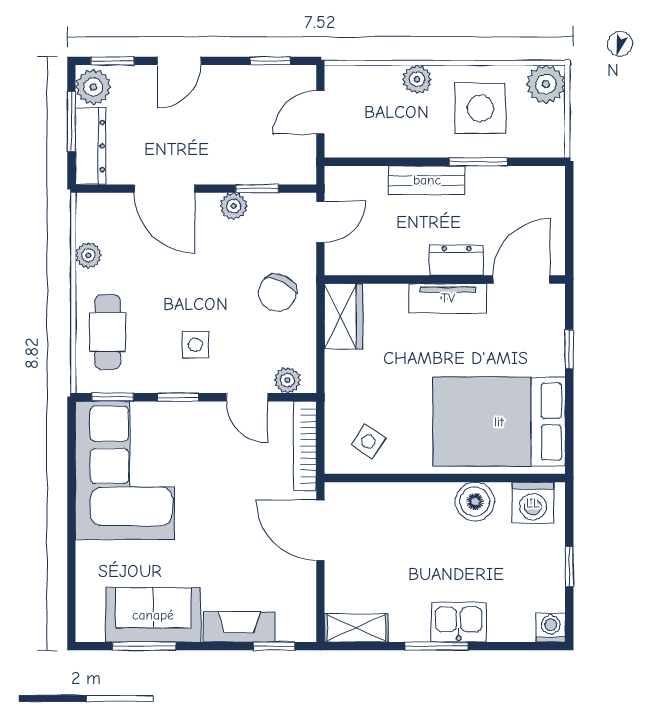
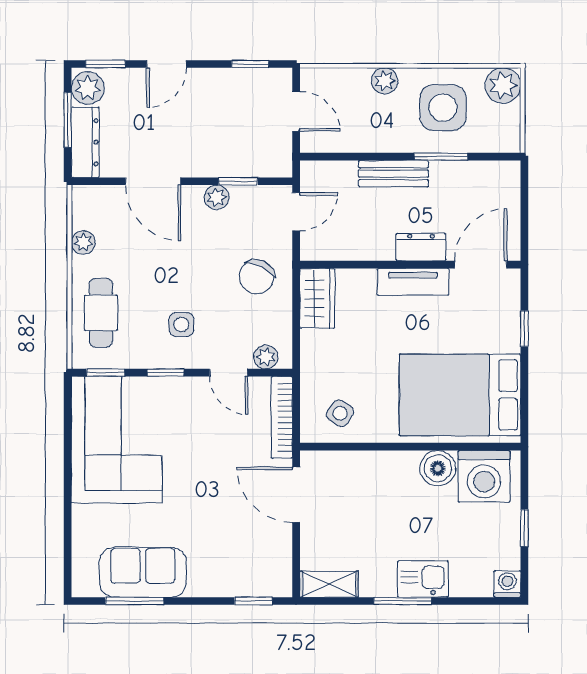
door: (320, 112) -> (296, 111), swing flipped
washing machine: (533, 503) -> (484, 476), width x1.37, depth x1.37
fireplace: (239, 627) -> (221, 583), removed

